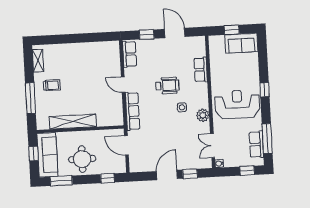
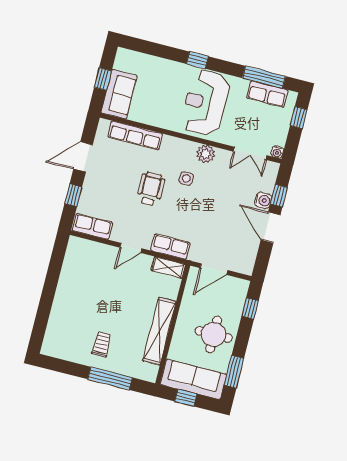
sofa: (241, 43) -> (119, 94), moved
shelving: (38, 61) -> (168, 267), moved
row of seats: (201, 70) -> (135, 135), width x1.48
row of seats: (132, 111) -> (170, 247), width x0.68
water cooler: (183, 164) -> (263, 200), added

